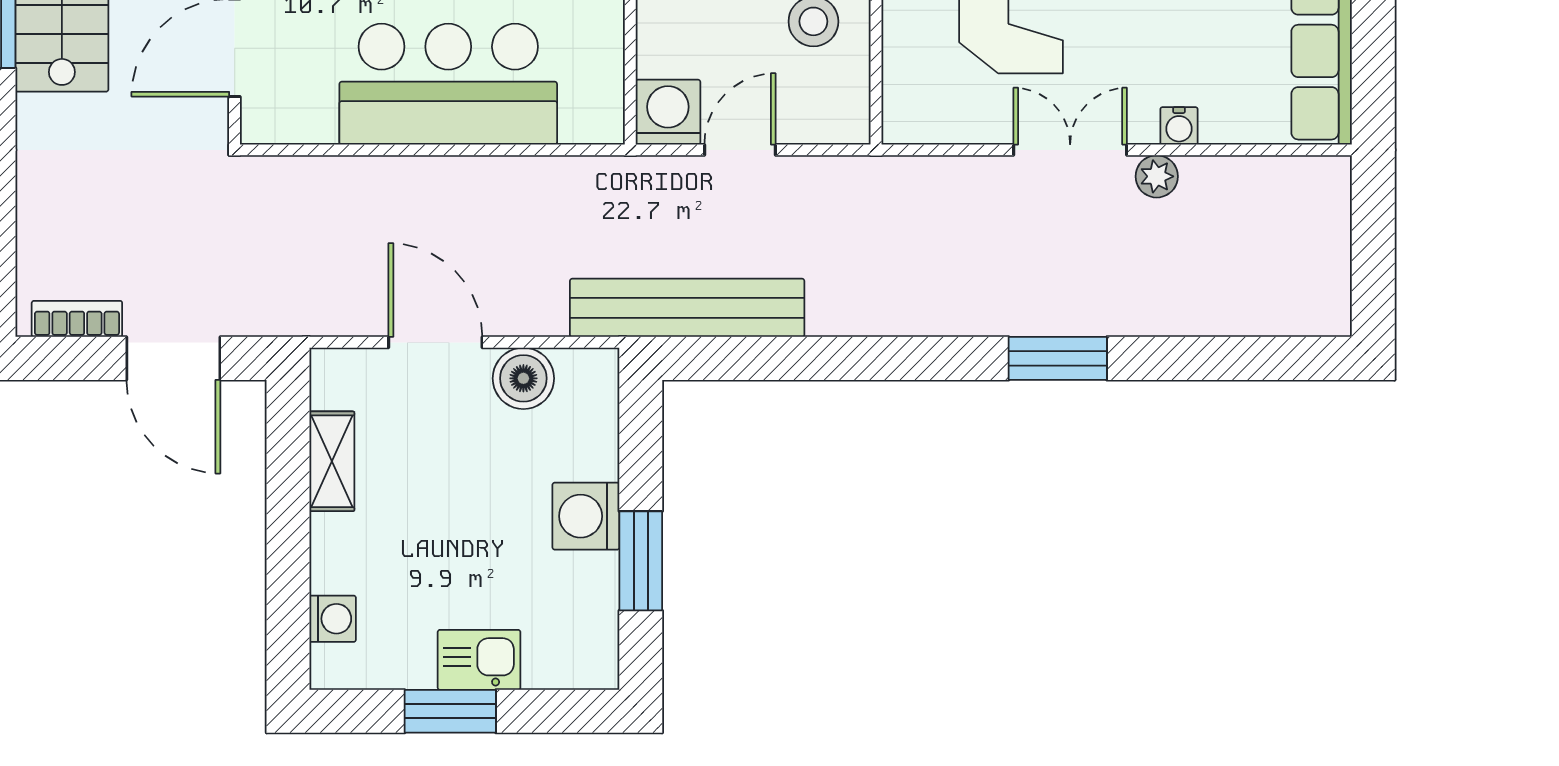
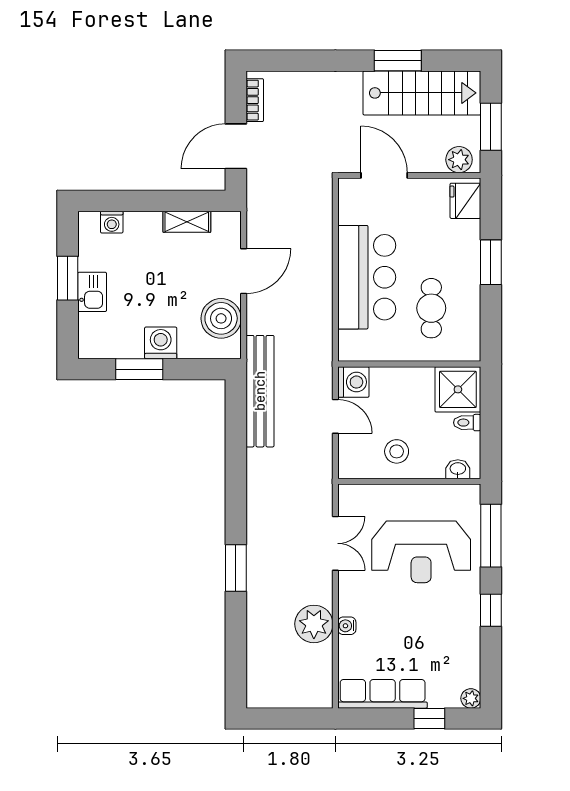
double door: (1070, 150) -> (335, 543), moved
plant: (1157, 176) -> (314, 624), width x1.88, depth x1.88
boiler: (523, 378) -> (221, 318), width x1.37, depth x1.37

